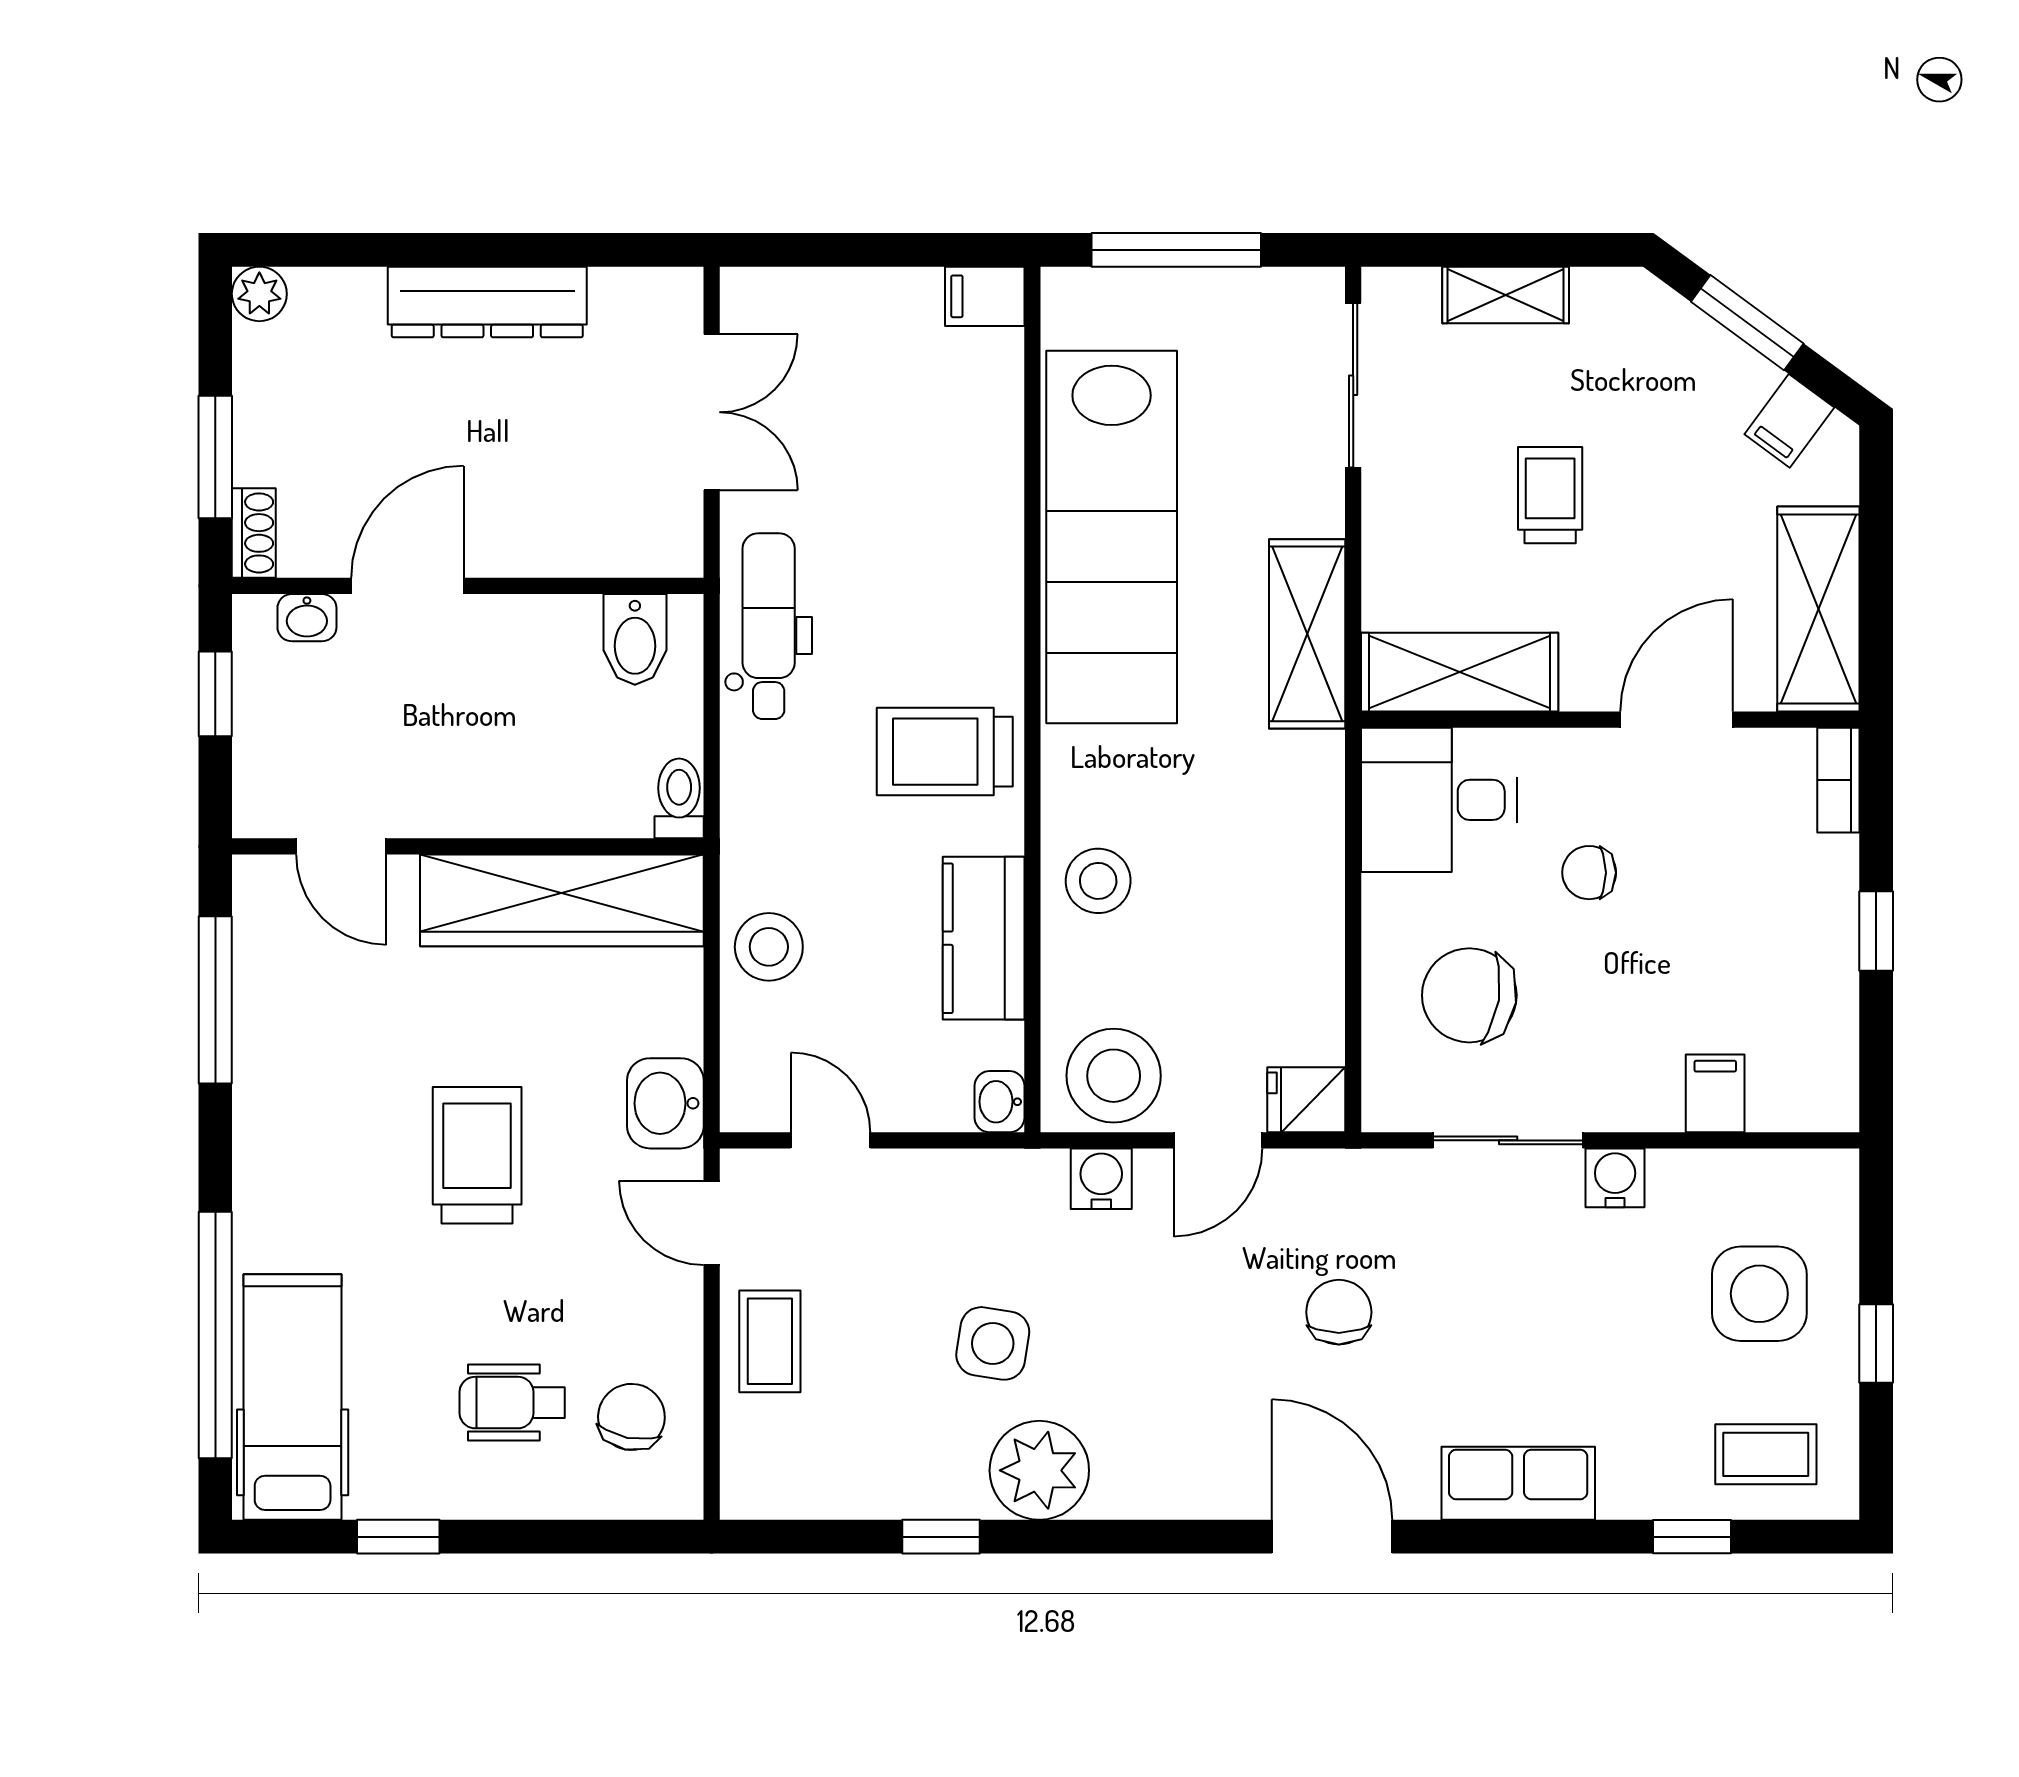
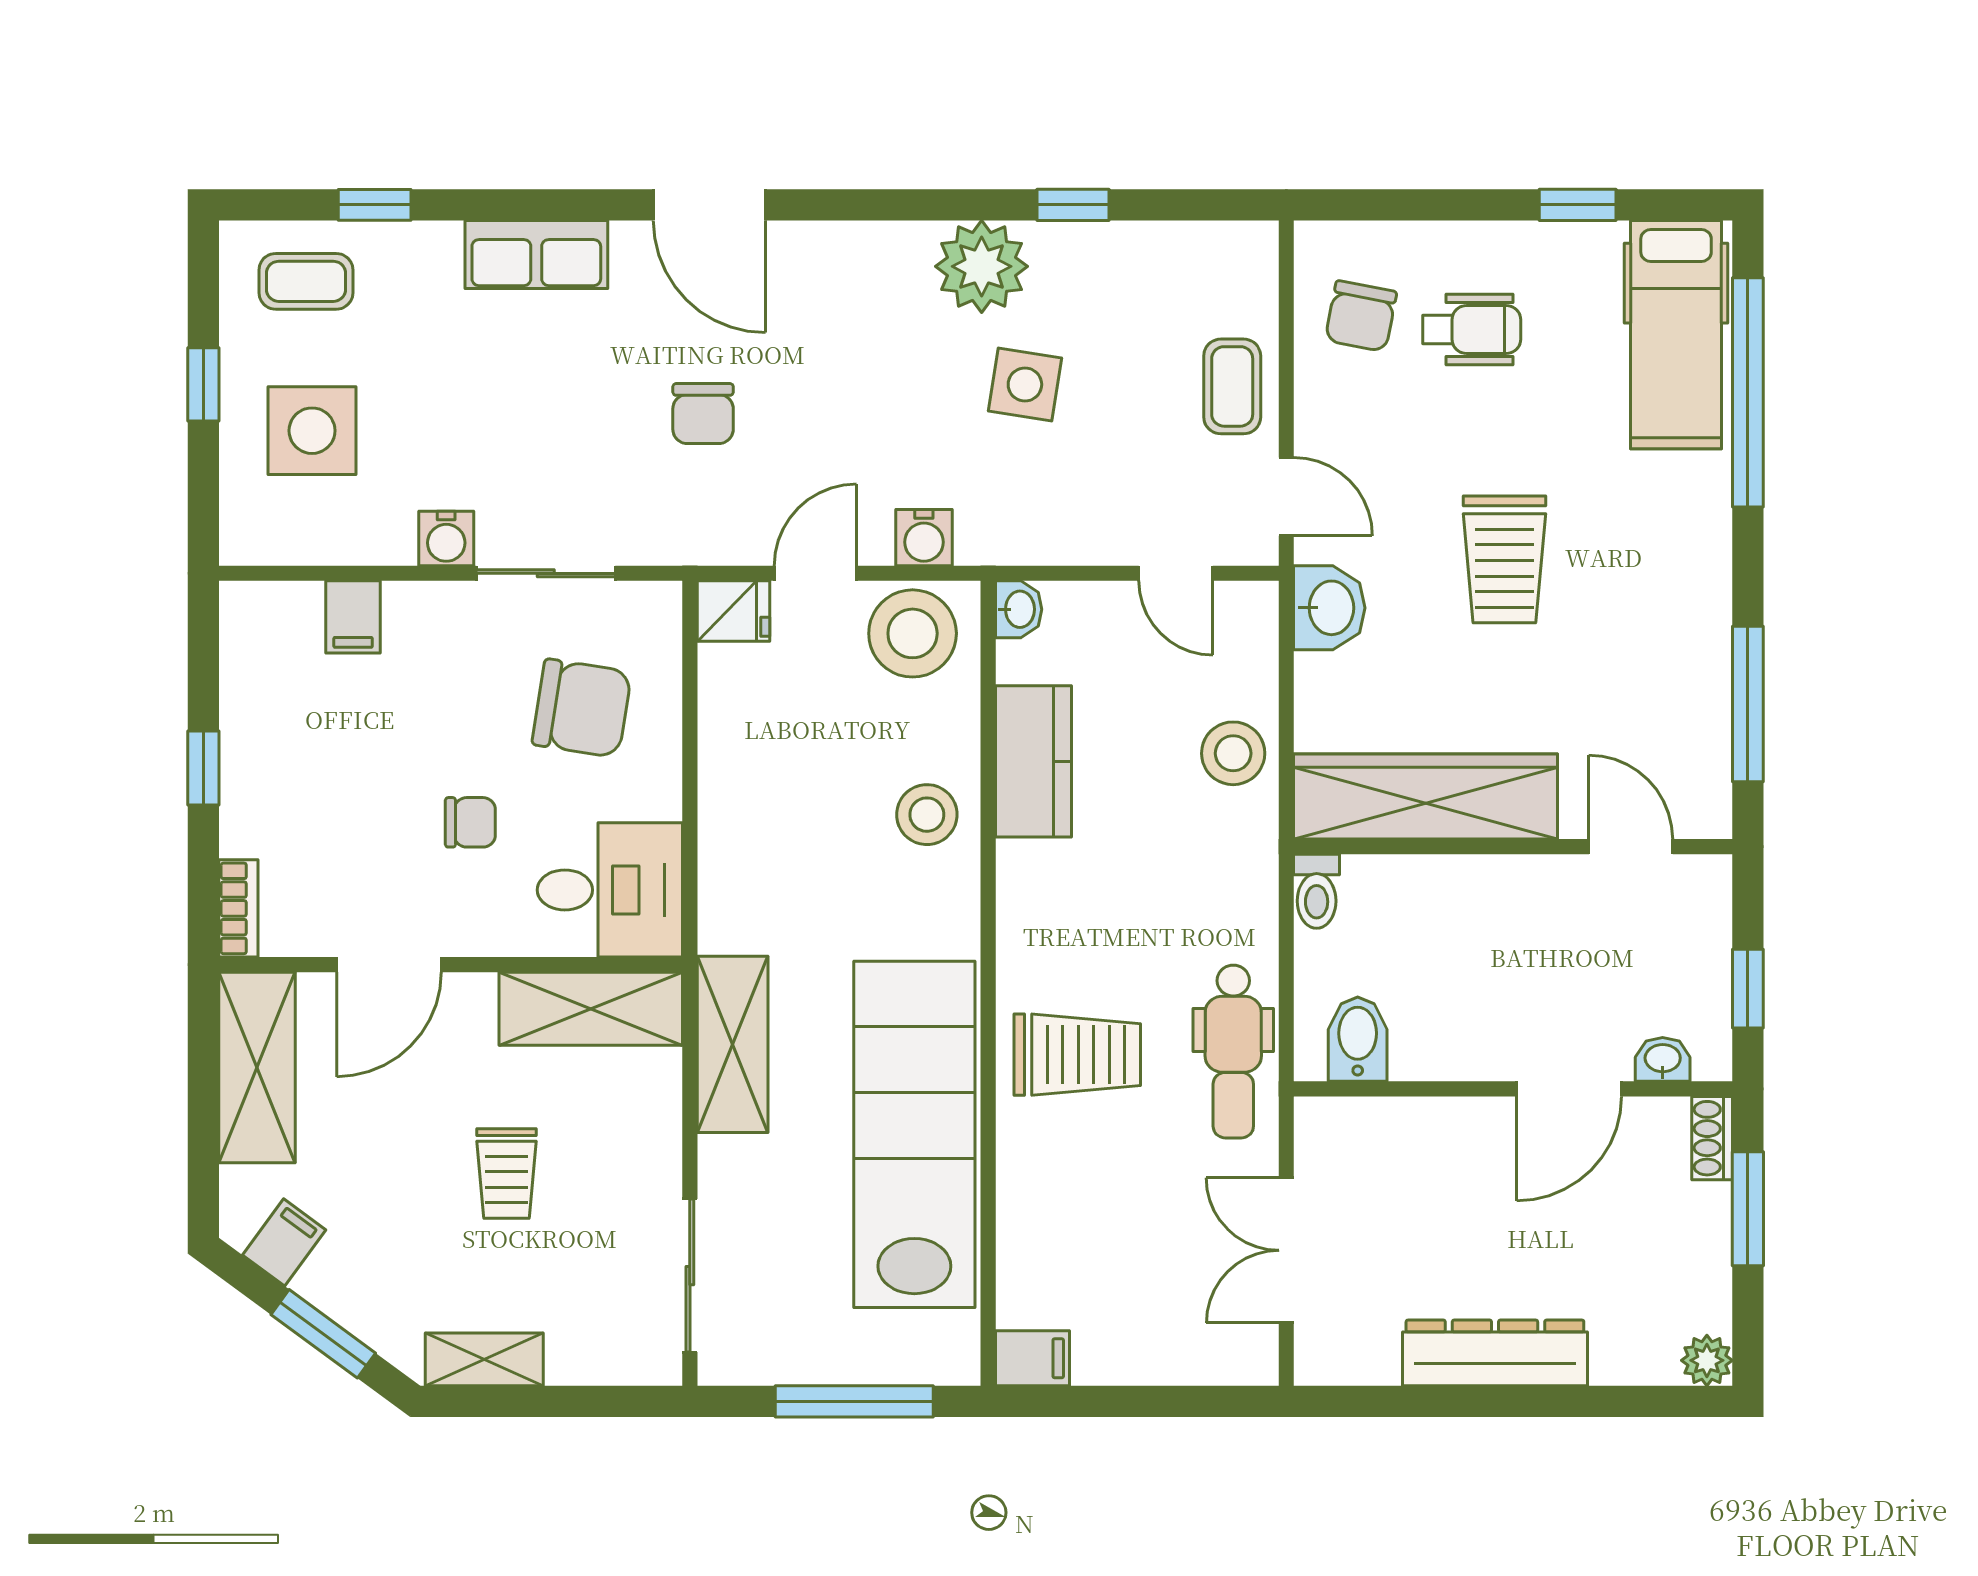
shelving: (1506, 295) -> (484, 1359), moved
trolley: (945, 752) -> (1077, 1055), moved

